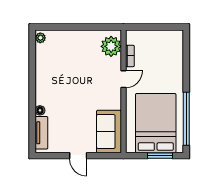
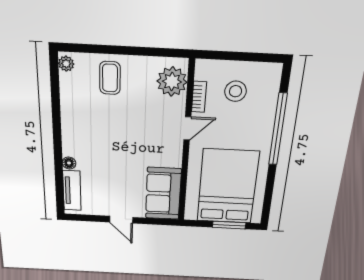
coffee table: (69, 46) -> (110, 78), added
stool: (154, 51) -> (236, 91), added
window: (186, 119) -> (278, 130), moved

